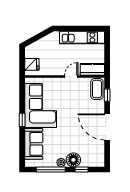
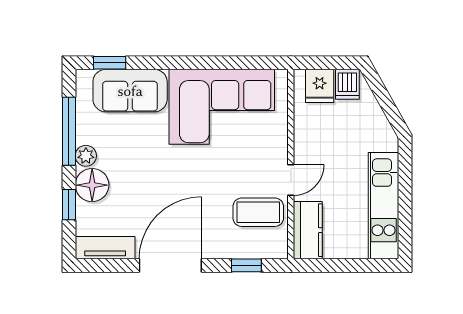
dishwasher: (31, 53) -> (347, 84), added
door: (71, 76) -> (291, 180), hinge flipped
coffee table: (97, 89) -> (258, 212), moved
window: (22, 120) -> (110, 63), moved
tv unit: (100, 154) -> (105, 248), added

